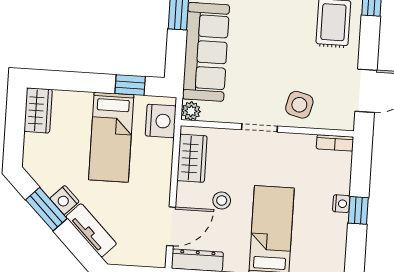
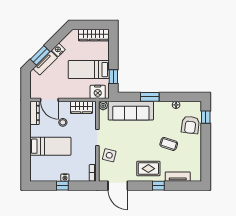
wardrobe: (38, 110) -> (94, 35), width x1.50
window: (46, 209) -> (40, 55), moved

